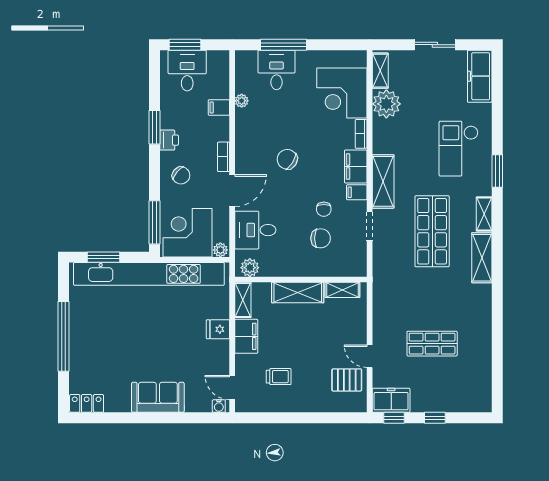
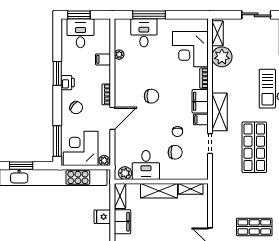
chair: (287, 159) -> (152, 96), turned 148
desk: (255, 230) -> (146, 165), moved, turned -90

